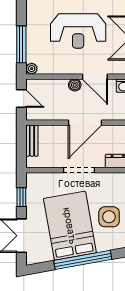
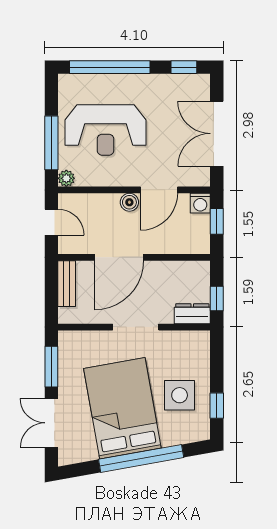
reception desk: (78, 31) -> (105, 130), moved
door: (95, 77) -> (159, 190), hinge flipped
door: (85, 123) -> (119, 257), moved
window: (21, 197) -> (51, 367), width x1.50

